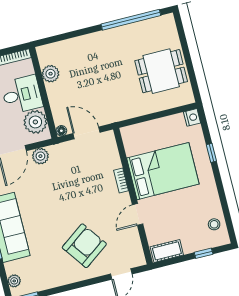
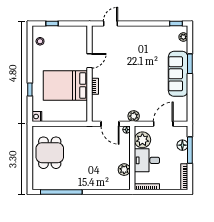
dining table: (161, 71) -> (50, 153), turned 90
plant: (40, 156) -> (134, 116), moved
armchair: (84, 246) -> (131, 49), removed
cot: (167, 251) -> (76, 31), removed

